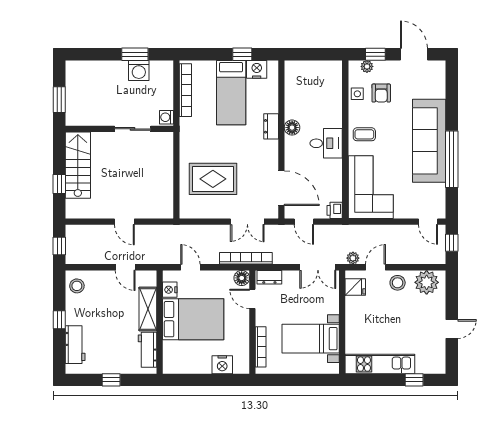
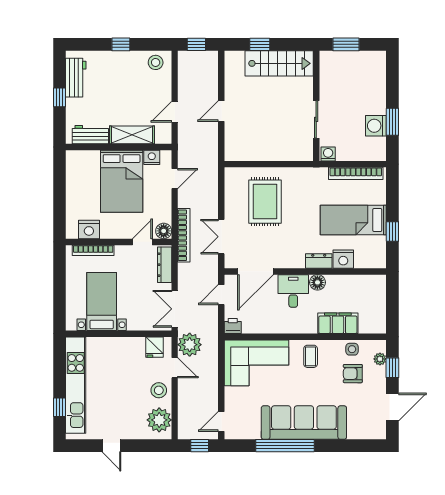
nightstand: (257, 69) -> (343, 259), moved, turned 90
filing cabinet: (332, 108) -> (338, 323), added
desk: (326, 143) -> (293, 291), moved, turned 180
plant: (353, 258) -> (190, 345), width x1.87, depth x1.87
dresser: (269, 277) -> (165, 265), width x1.44
workbench: (75, 345) -> (76, 78), moved, turned -90
kitchen unit: (380, 364) -> (76, 385), width x1.36
nightstand: (222, 365) -> (89, 229), moved, turned -90

